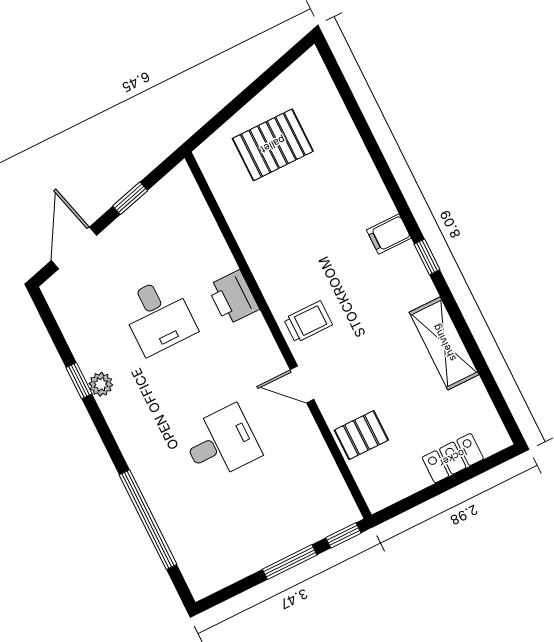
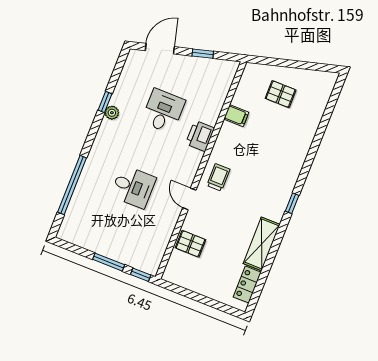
pallet: (273, 145) -> (281, 94), width x0.67, depth x0.71
filing cabinet: (389, 234) -> (236, 116), moved, turned 180
desk: (158, 316) -> (163, 111), turned 180
trolley: (308, 322) -> (218, 177), turned -90
locker: (453, 458) -> (247, 285), moved, turned -90

